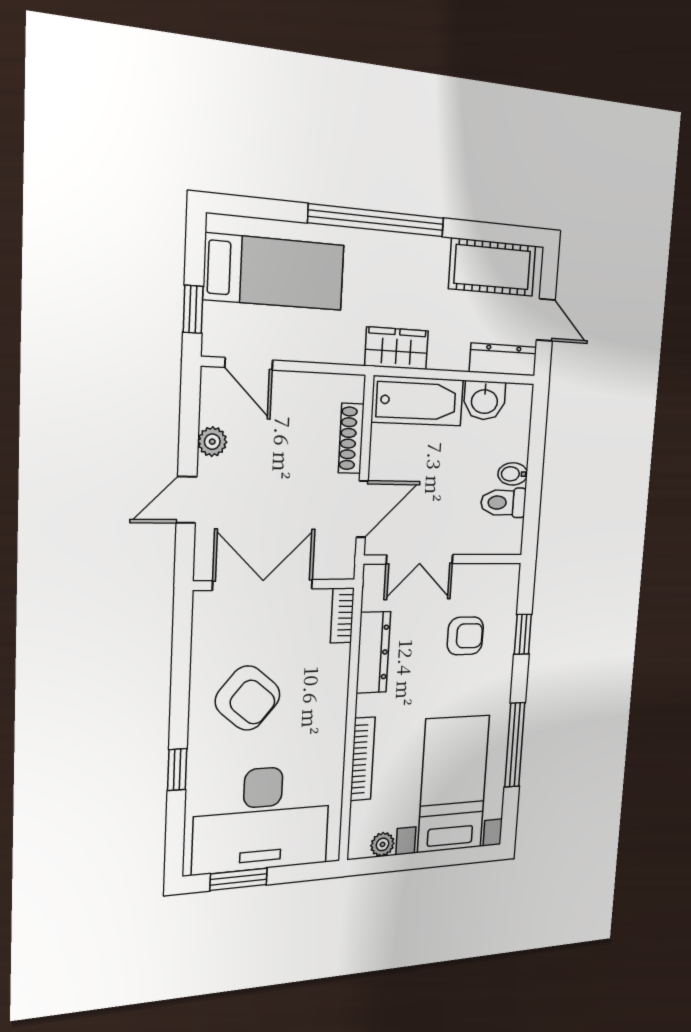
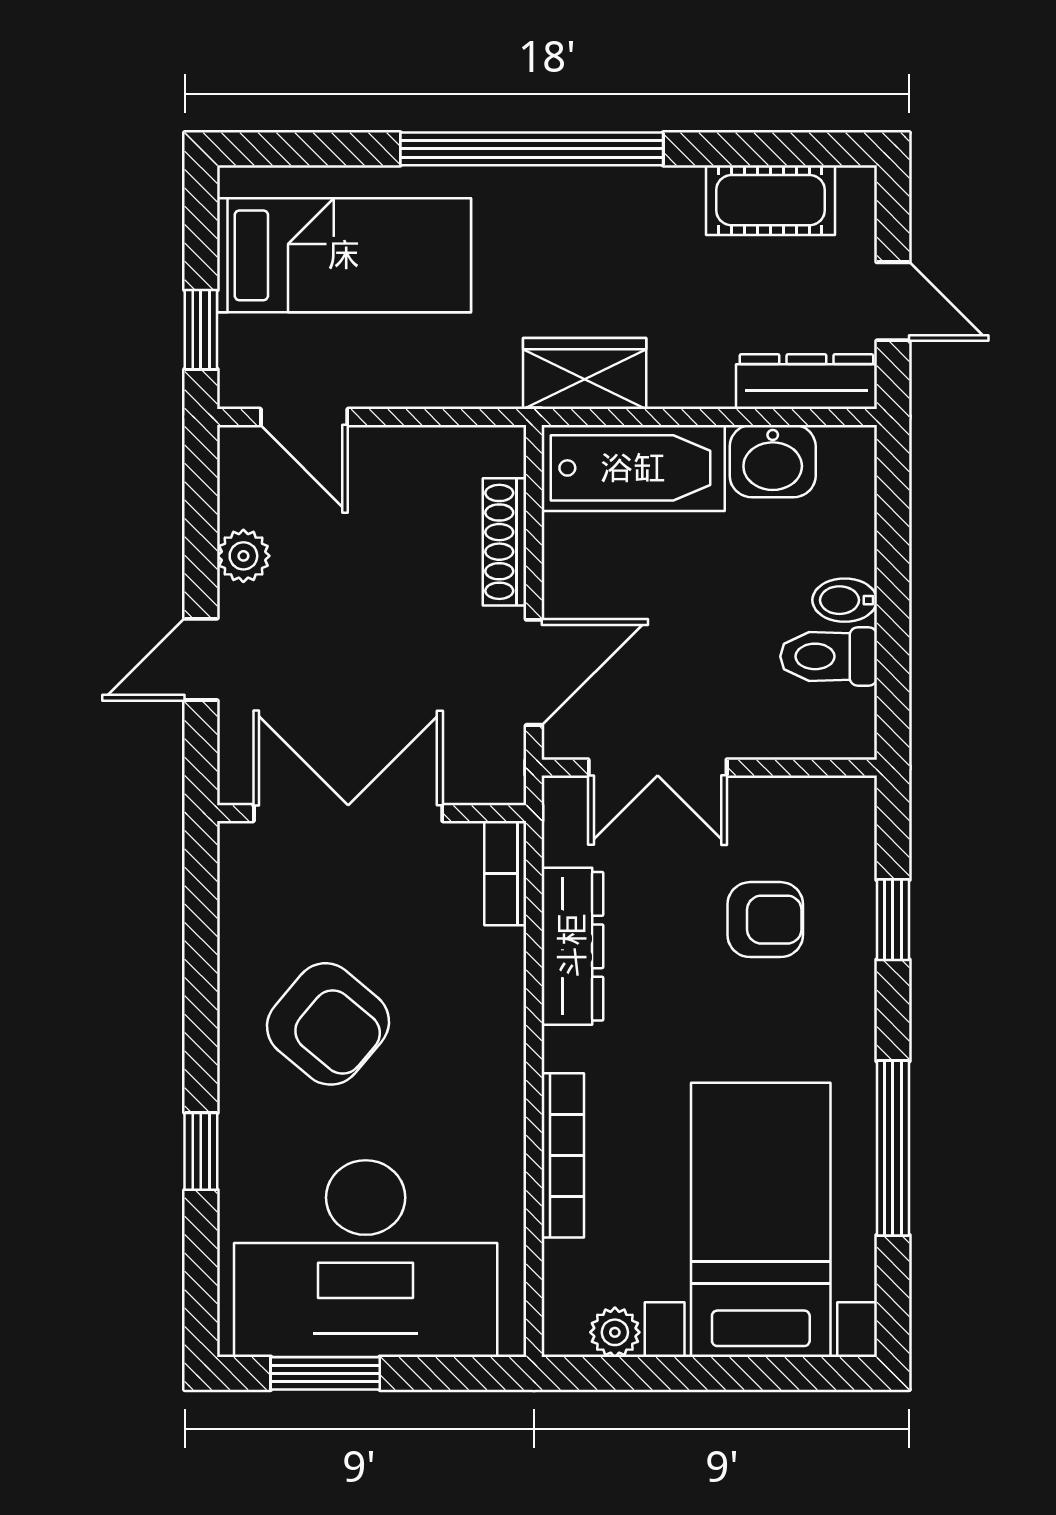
cot: (492, 267) -> (770, 200), width x0.73, depth x0.75

